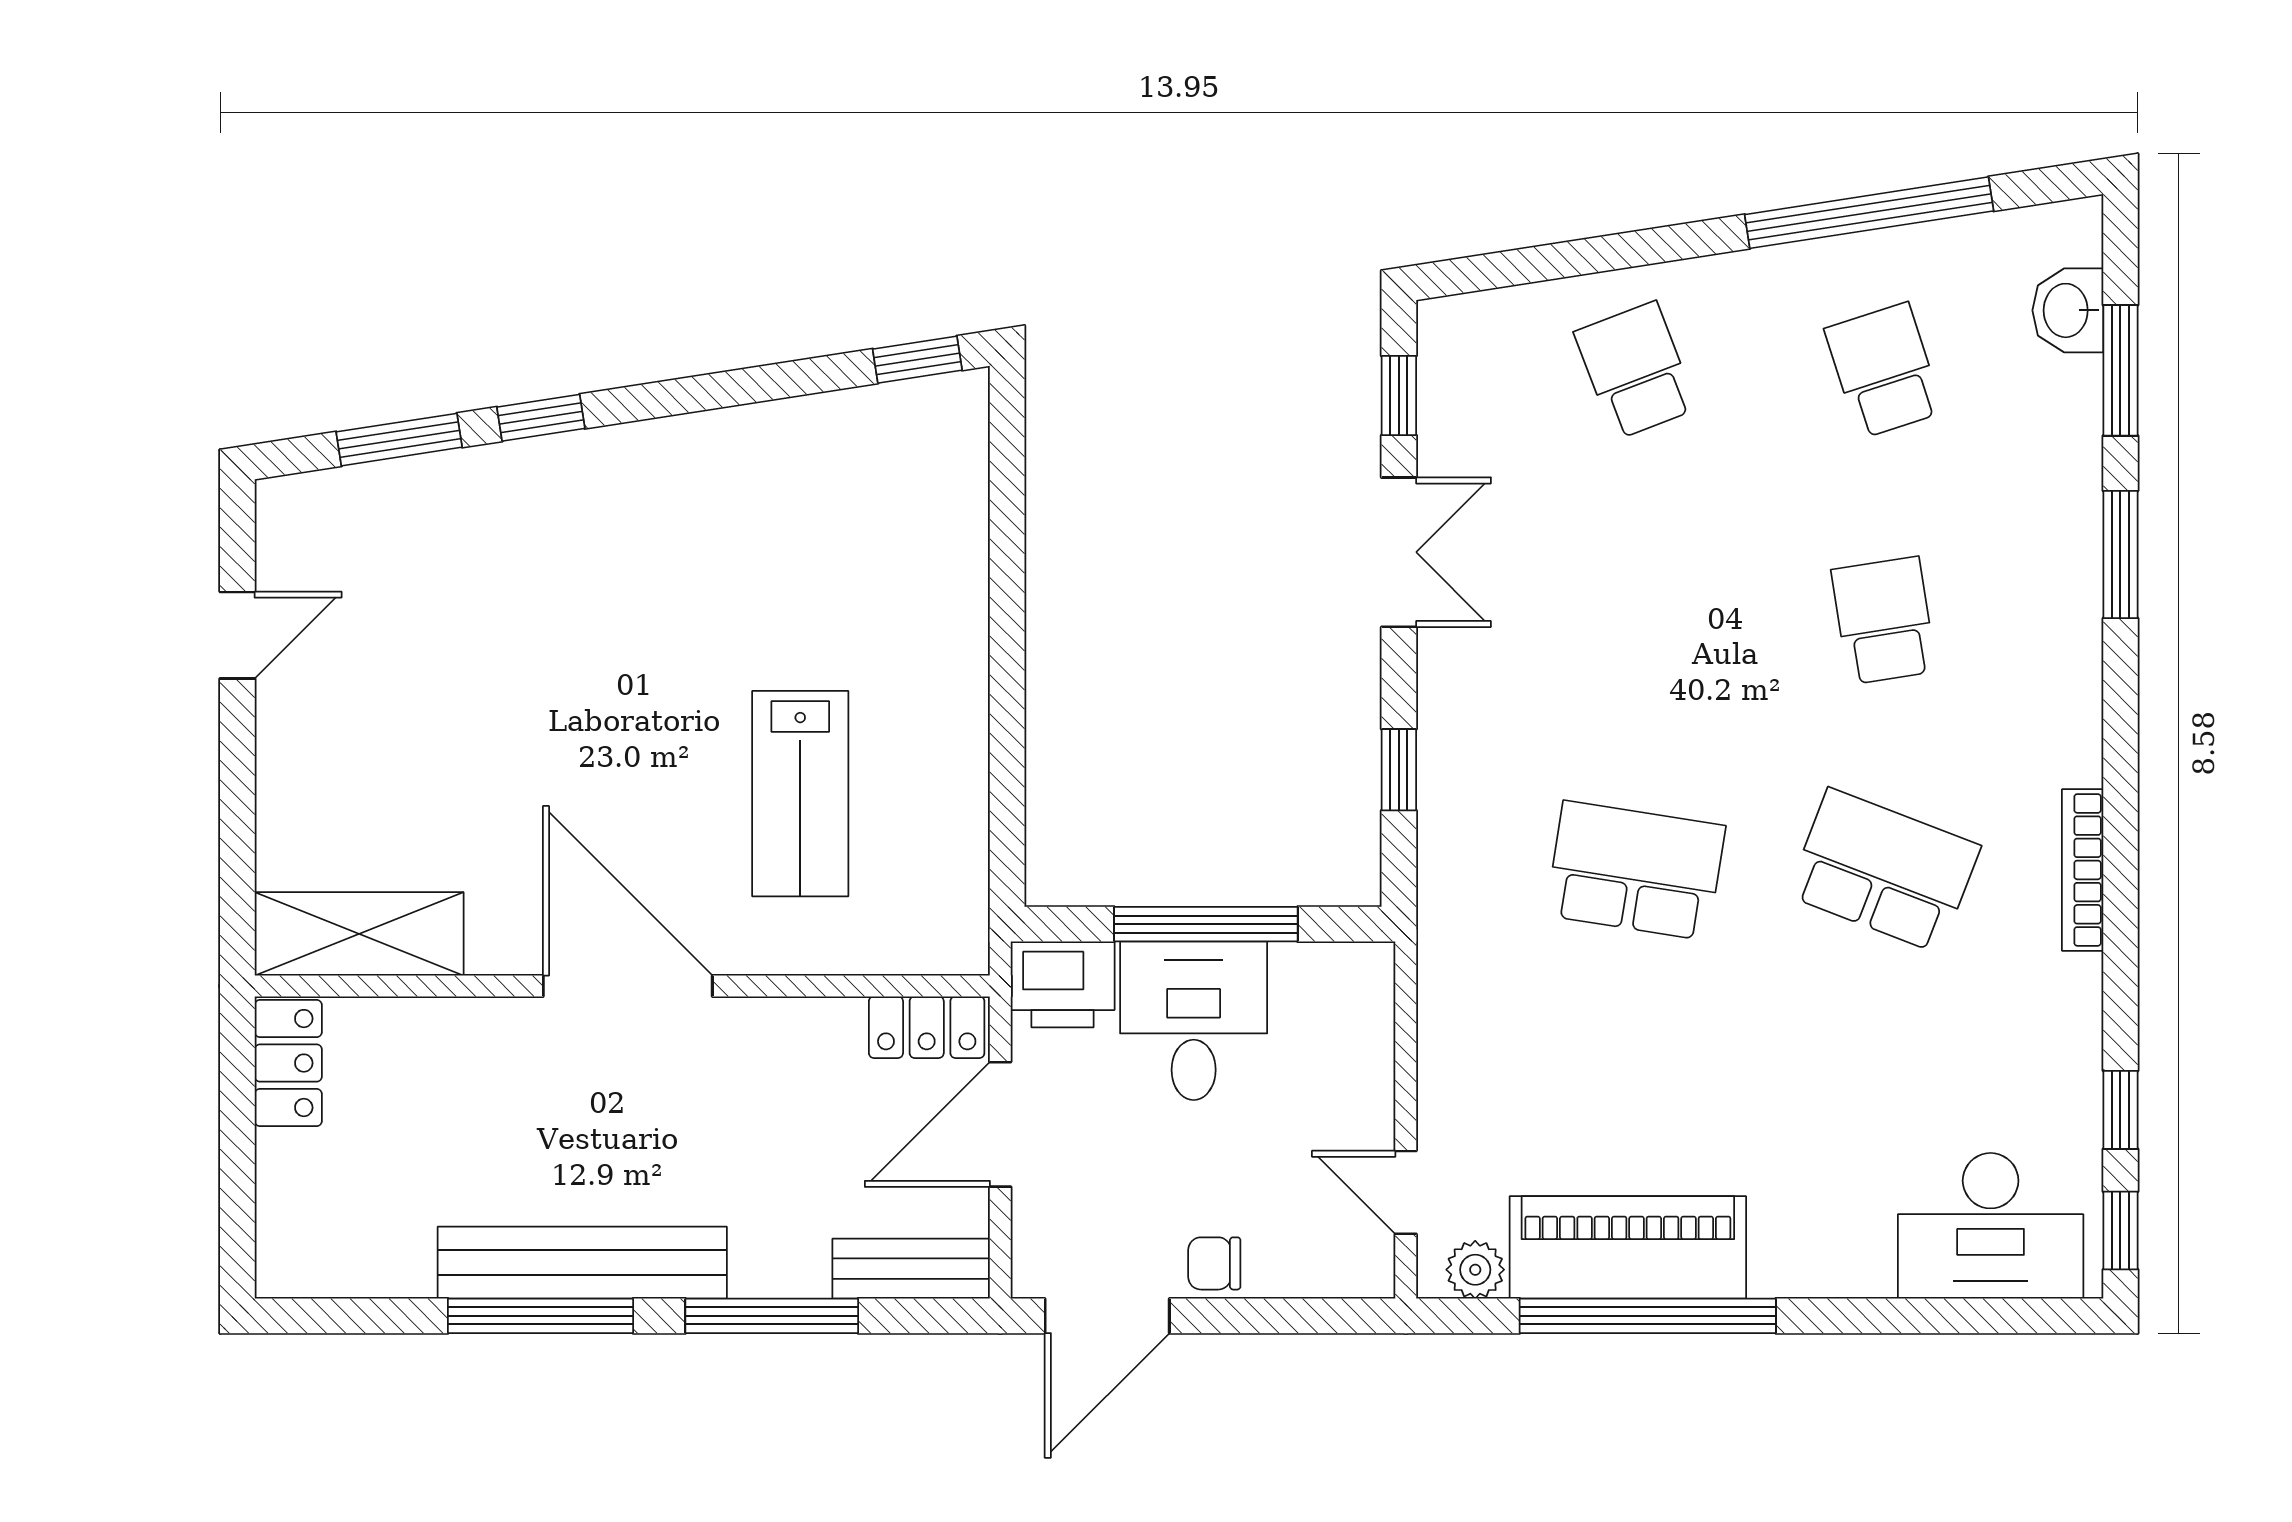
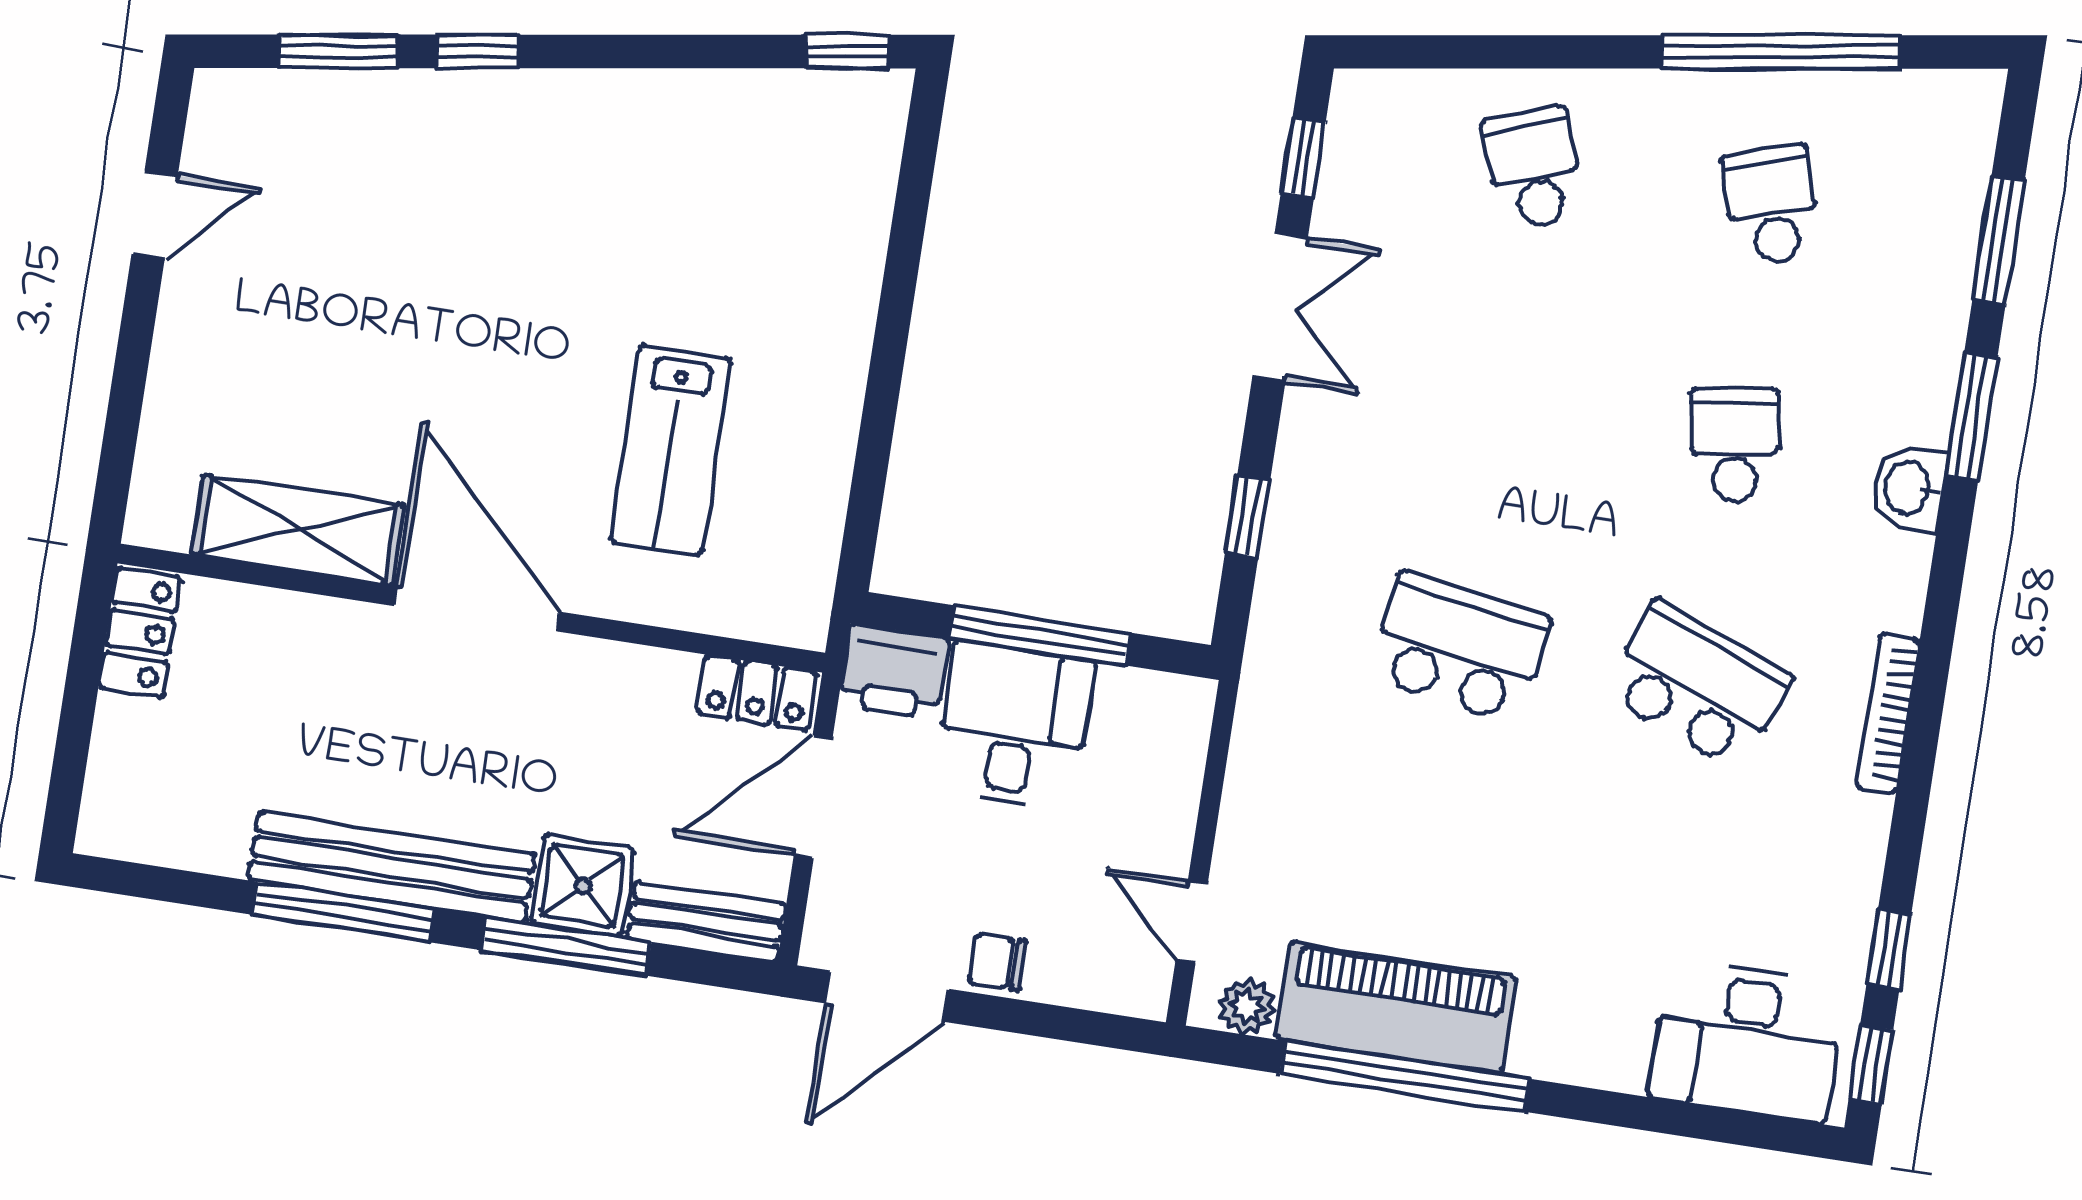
washbasin: (2068, 310) -> (1909, 488), moved
shelving: (359, 934) -> (298, 530), moved
shower: (780, 1251) -> (583, 886), added

